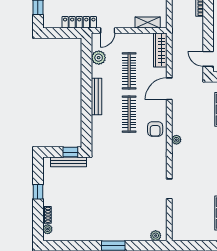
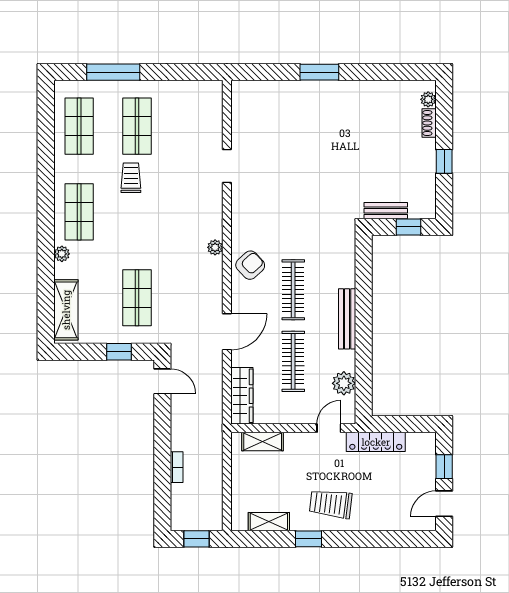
armchair: (155, 129) -> (250, 265), turned 47
window: (70, 152) -> (408, 227), moved
bench: (69, 162) -> (386, 211), width x0.73
plant: (156, 236) -> (249, 89), removed

